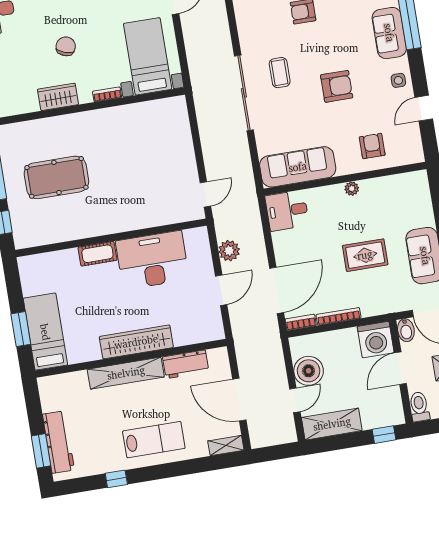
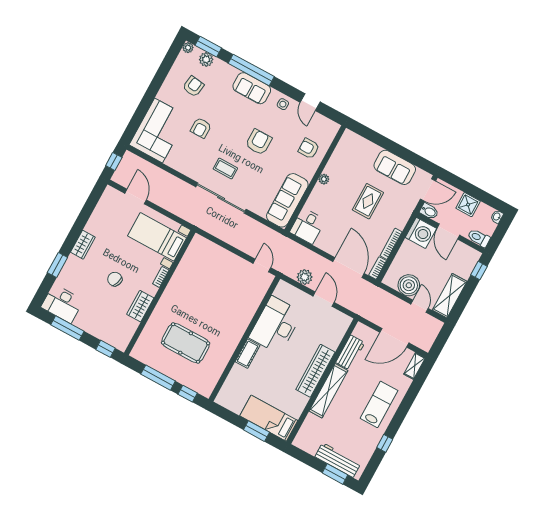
pool table: (56, 177) -> (186, 343), turned 90

